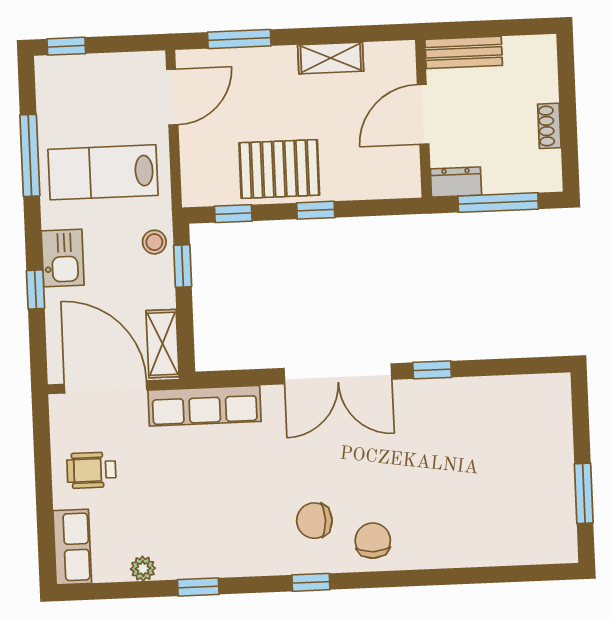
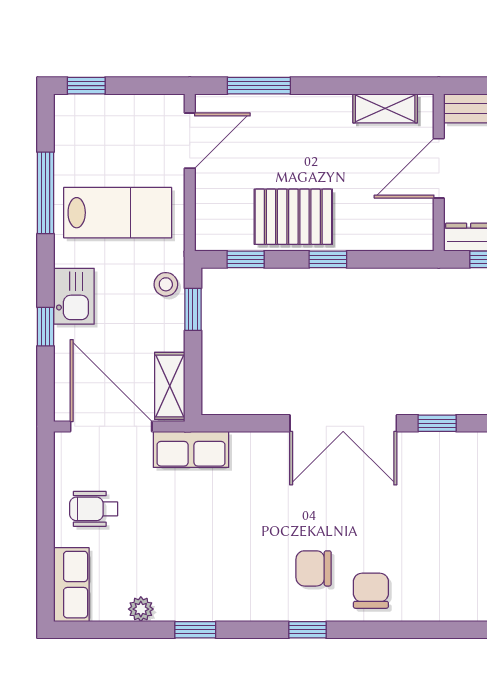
shelving: (331, 58) -> (385, 108), moved
lab bench: (103, 172) -> (118, 213), turned 180
row of seats: (205, 406) -> (191, 449), width x0.68

